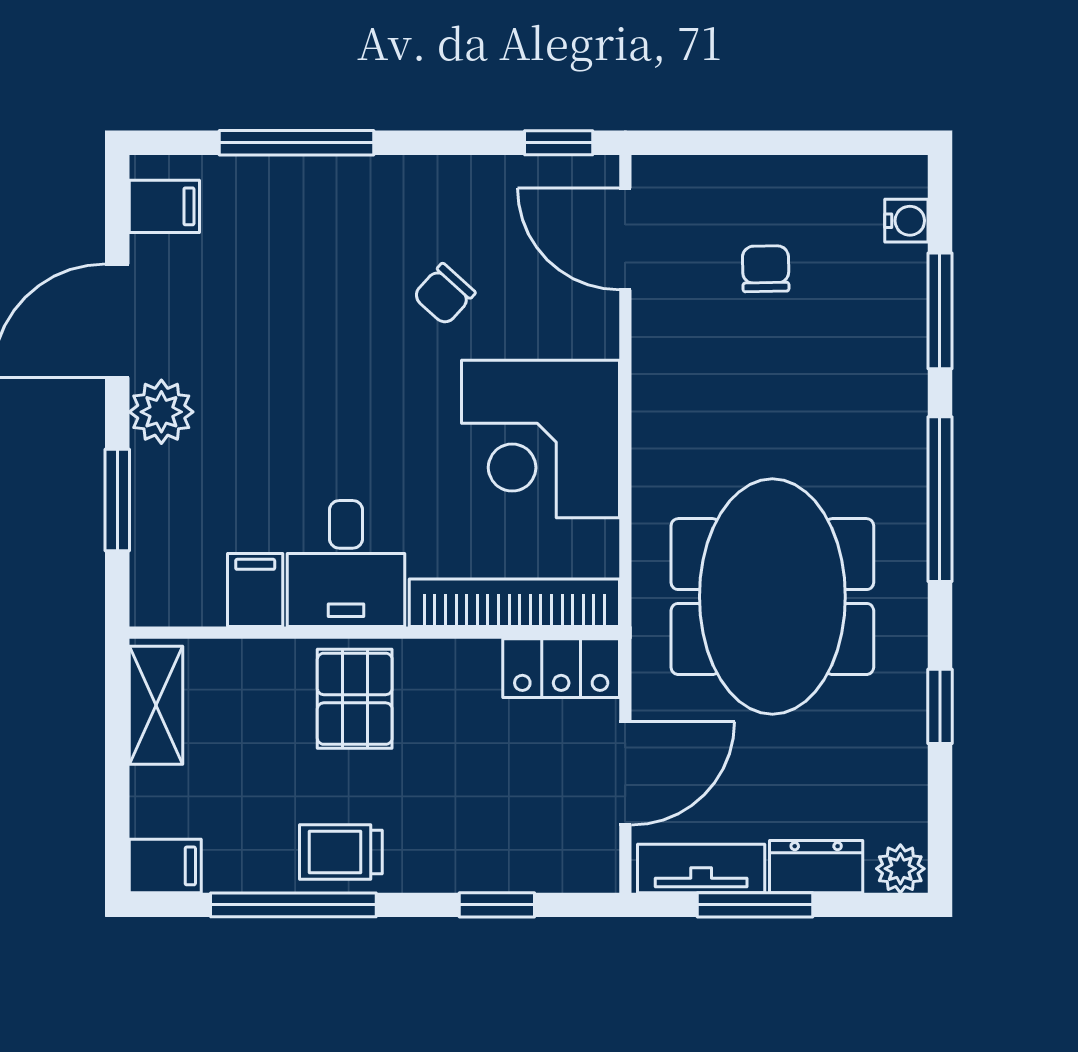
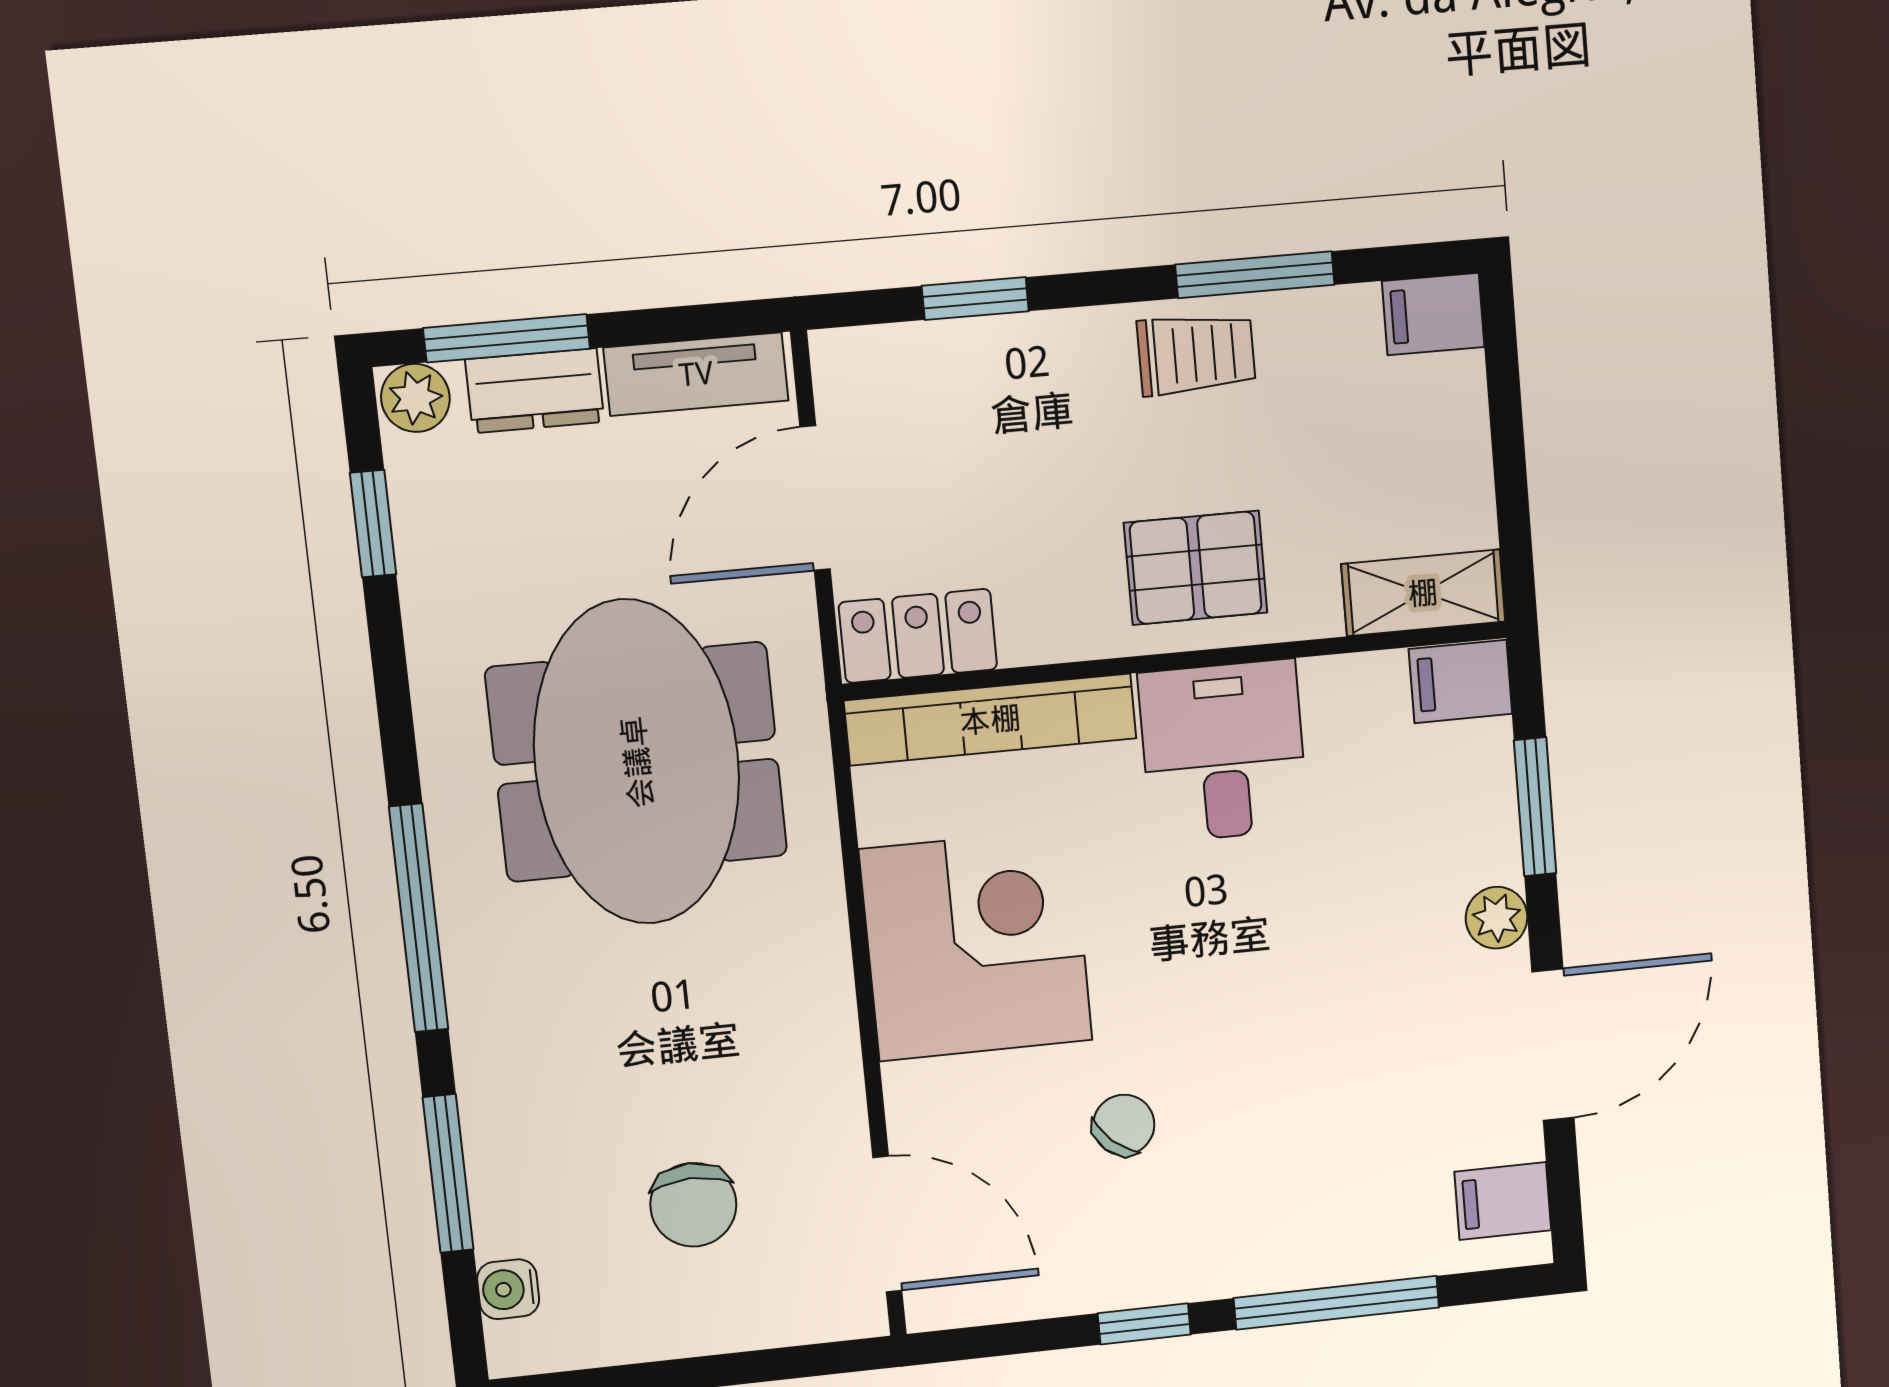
window: (559, 143) -> (1144, 1324), moved
chair: (766, 269) -> (693, 1205), width x1.37, depth x1.37
plant: (161, 412) -> (1497, 918), width x0.73, depth x0.73
filing cabinet: (255, 590) -> (1460, 682), moved, turned 90
pallet: (355, 699) -> (1196, 568), turned 90
shelving: (156, 705) -> (1423, 593), moved, turned 90
window: (940, 706) -> (373, 524), moved
window: (293, 905) -> (1255, 275), width x0.69
window: (755, 905) -> (507, 338), moved

